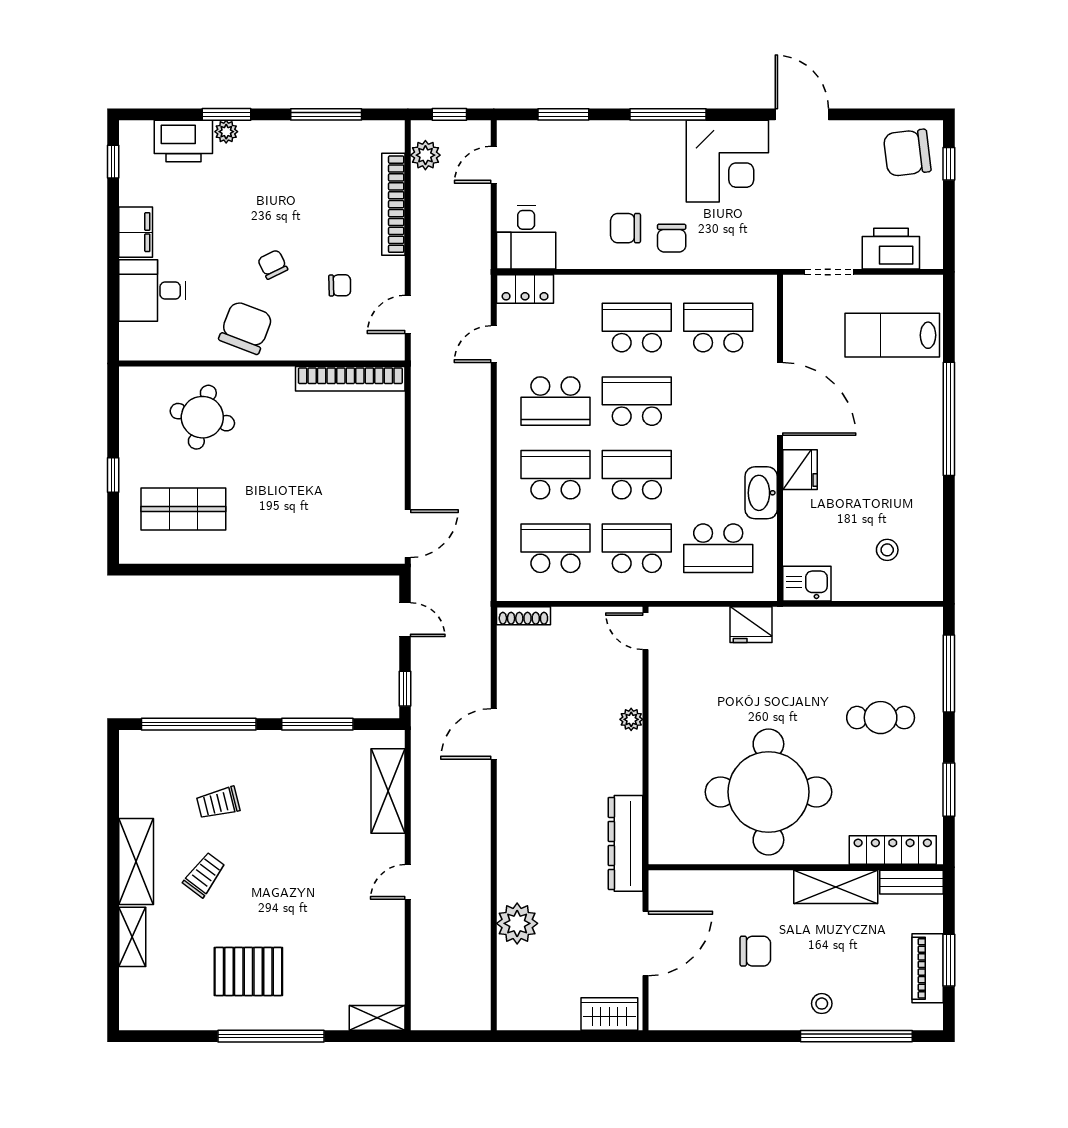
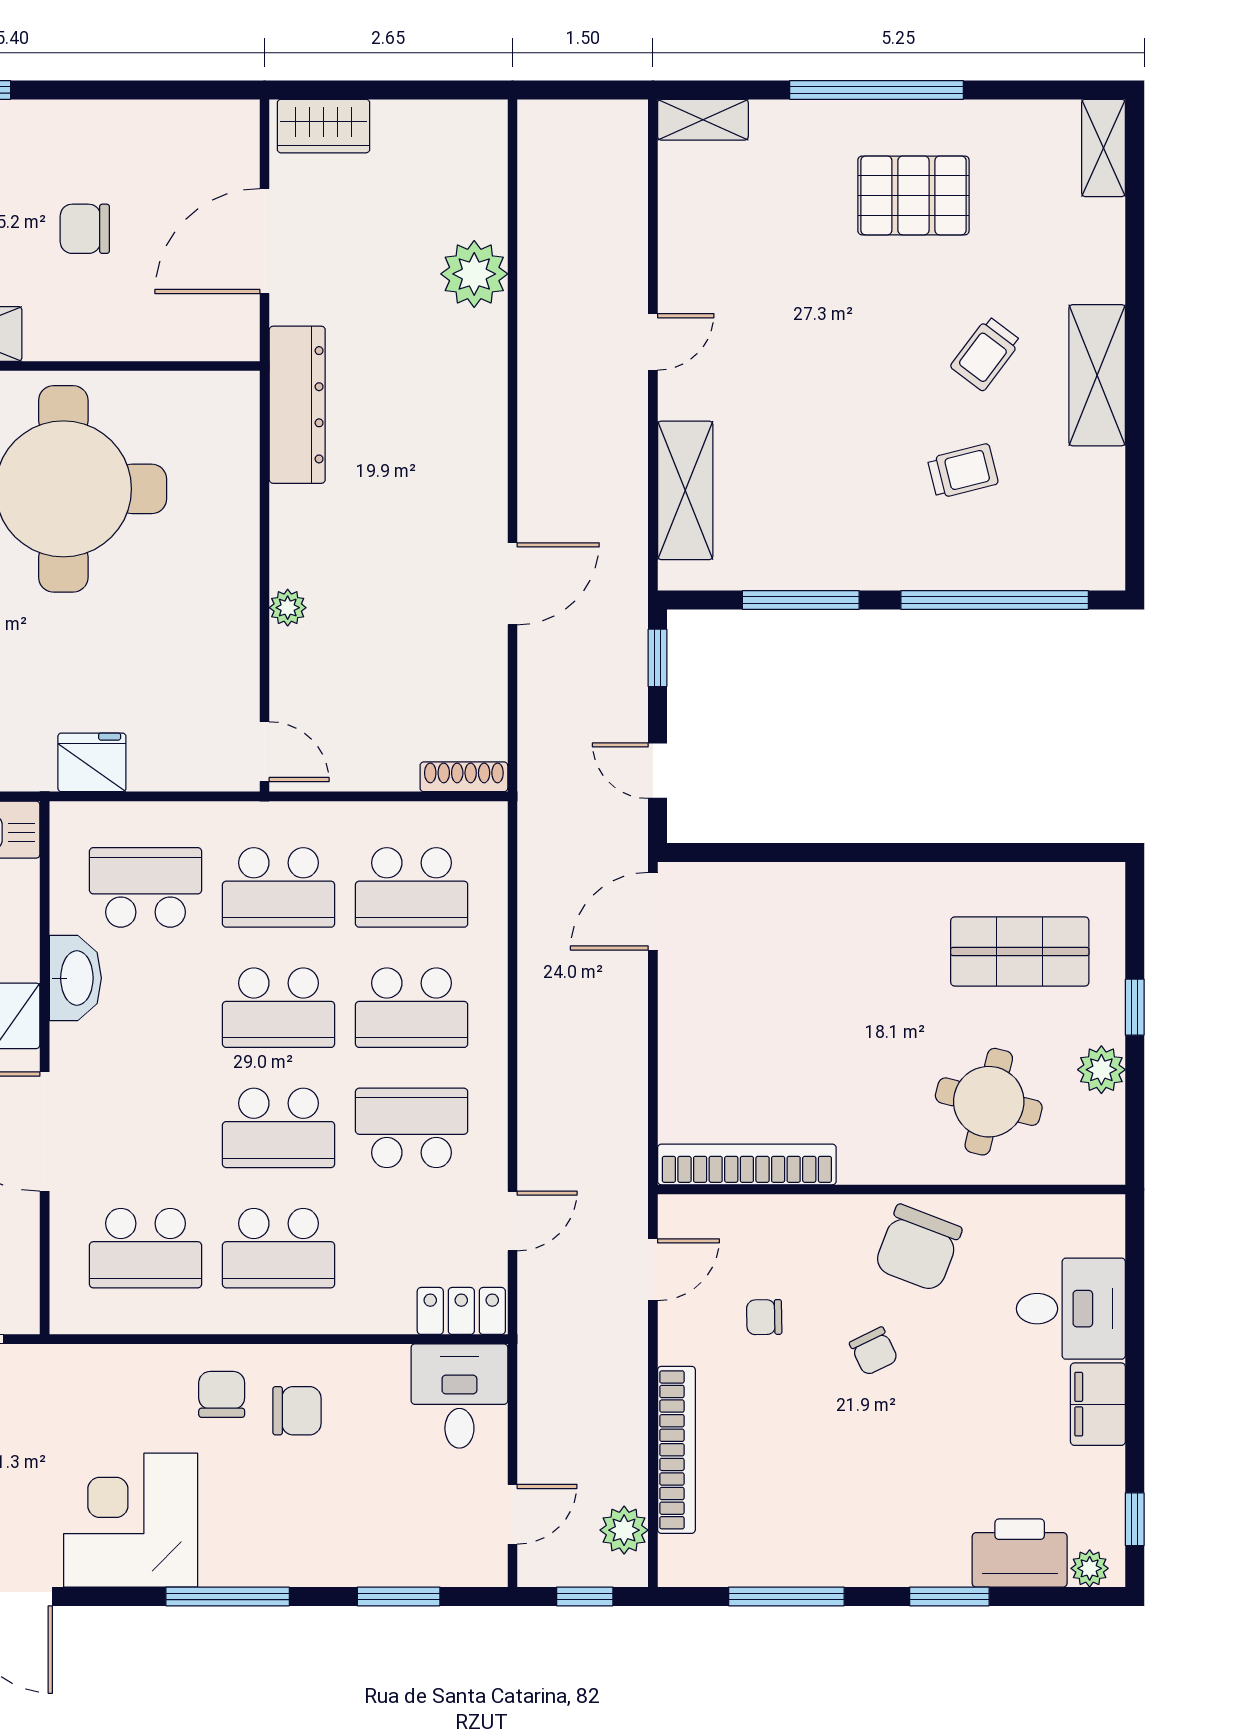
plant: (226, 132) -> (1090, 1568), moved
plant: (133, 437) -> (1101, 1070), added
shelving: (132, 937) -> (1103, 148), moved

